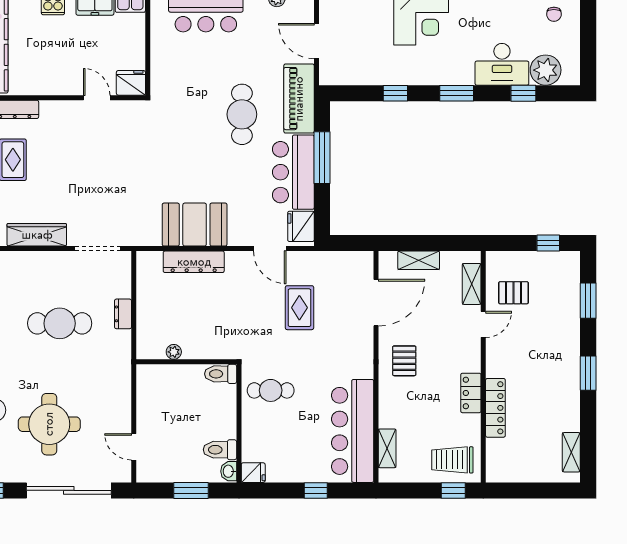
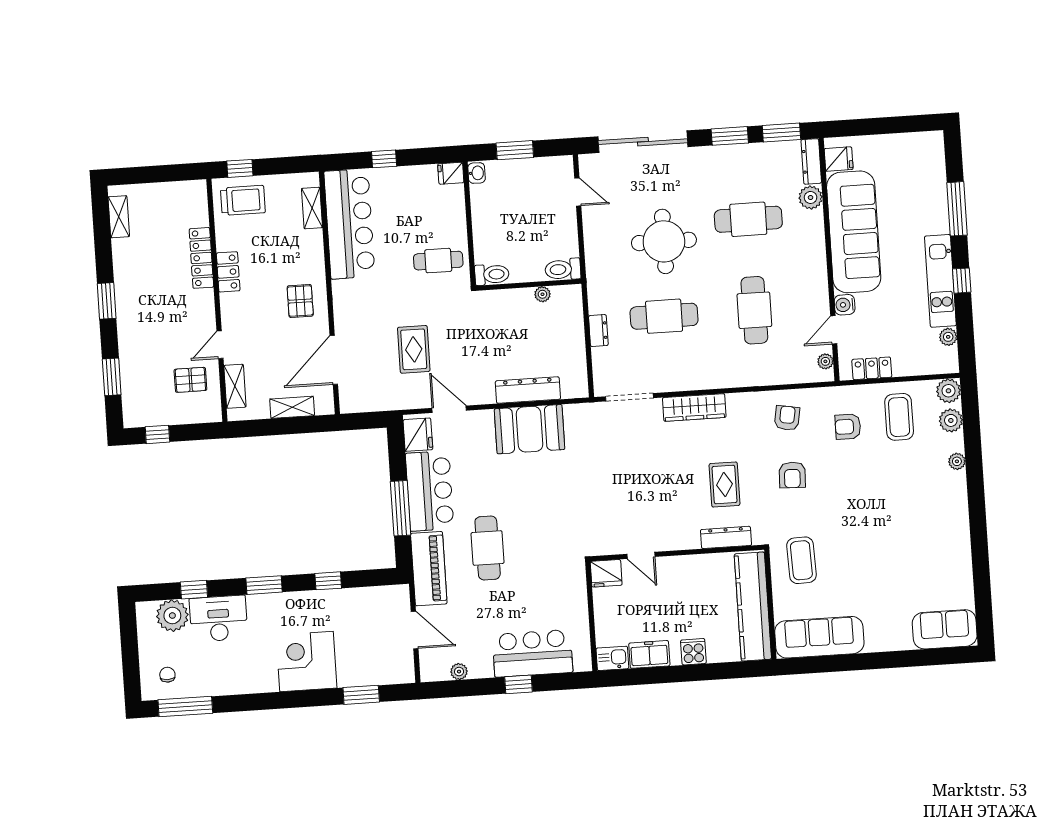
round table: (49, 424) -> (664, 241), moved
toilet: (220, 450) -> (563, 269), moved, turned 180

